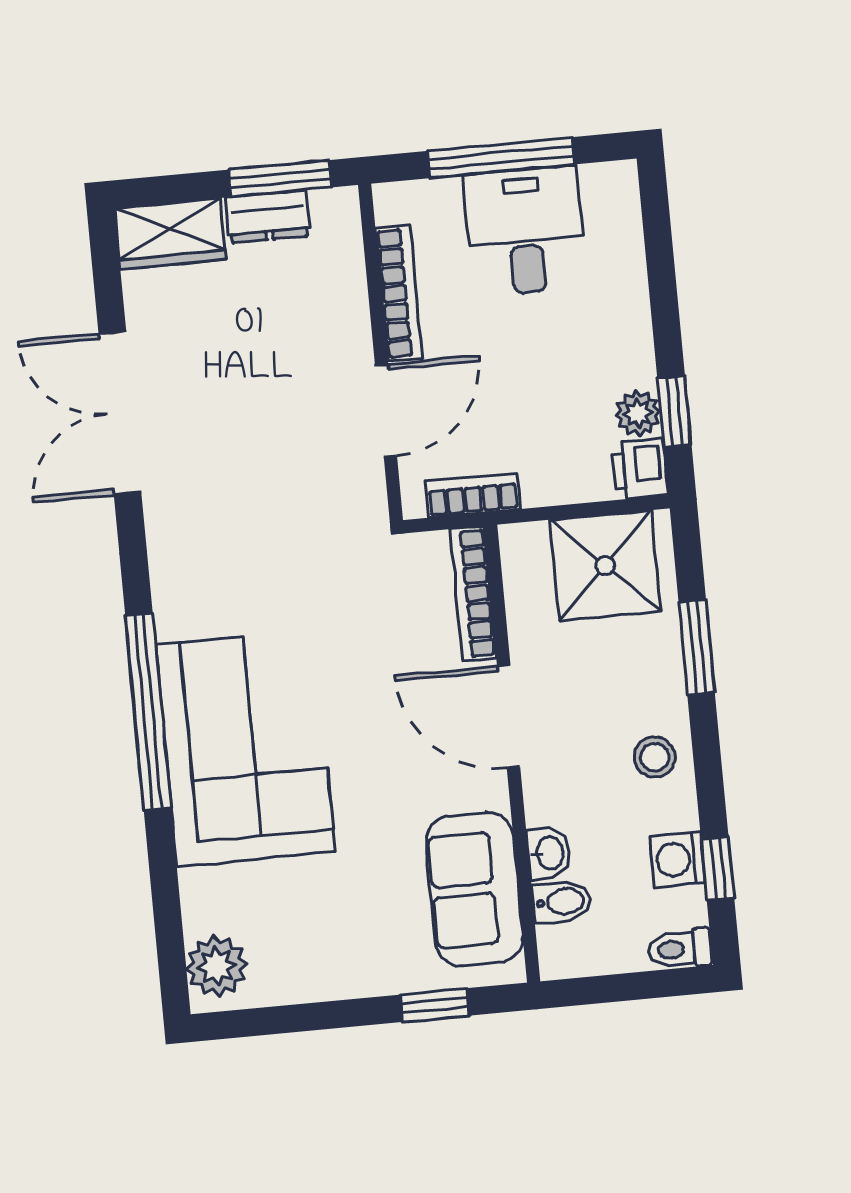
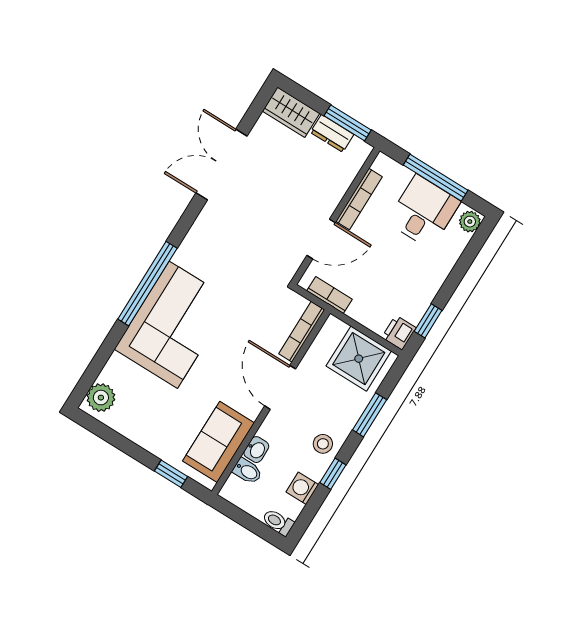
plant: (638, 413) -> (470, 222), moved
window: (718, 869) -> (333, 474), moved

